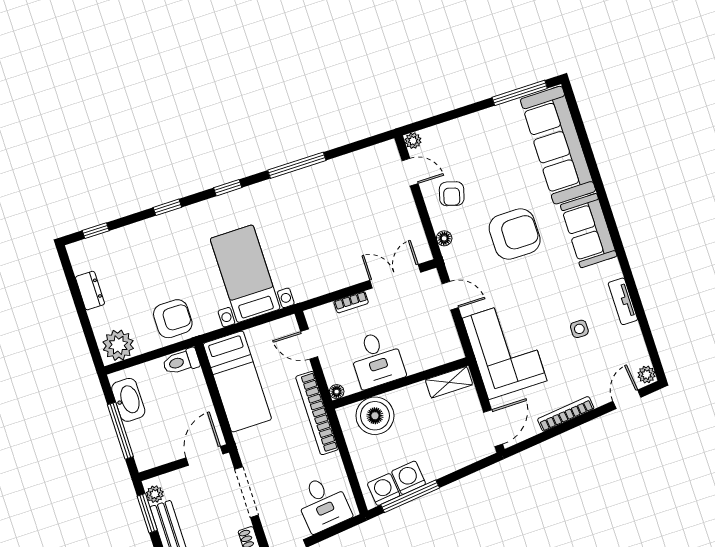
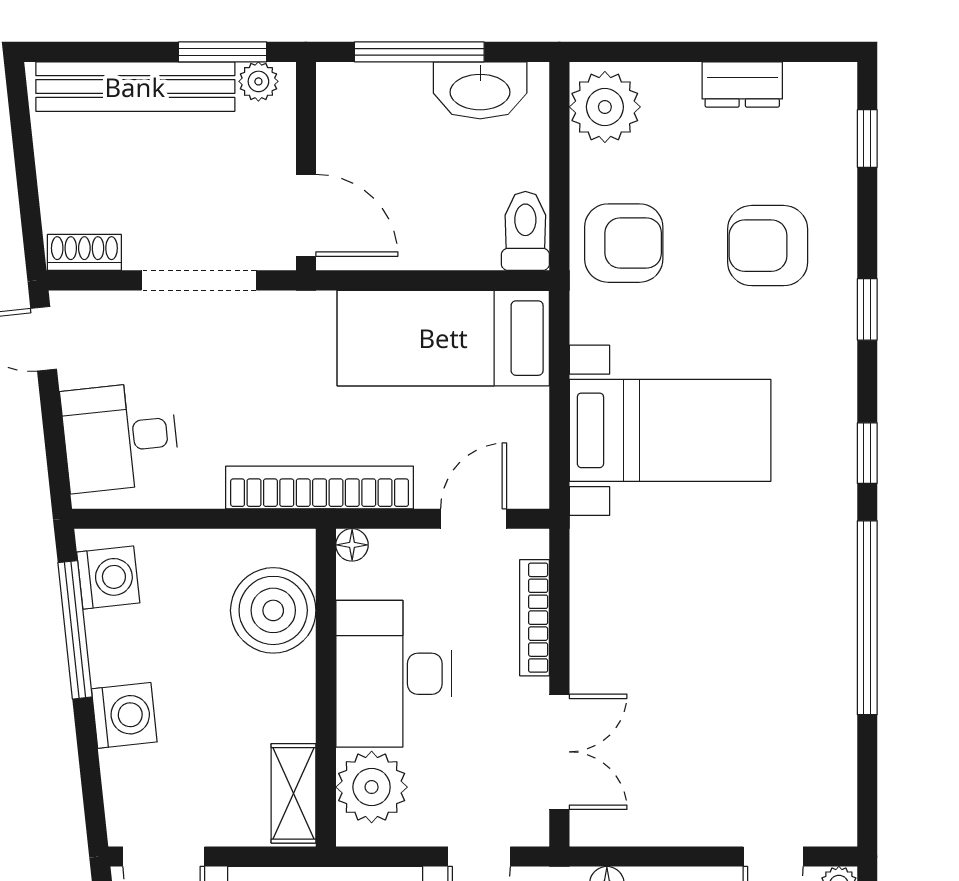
window: (297, 165) -> (867, 618), width x1.46
armchair: (154, 258) -> (768, 246), added
bookcase: (351, 302) -> (535, 618), width x1.56
armchair: (173, 319) -> (624, 243), turned -90
plant: (436, 350) -> (372, 787), added
desk: (377, 359) -> (394, 674), width x1.37
washing machine: (409, 478) -> (124, 715), moved

